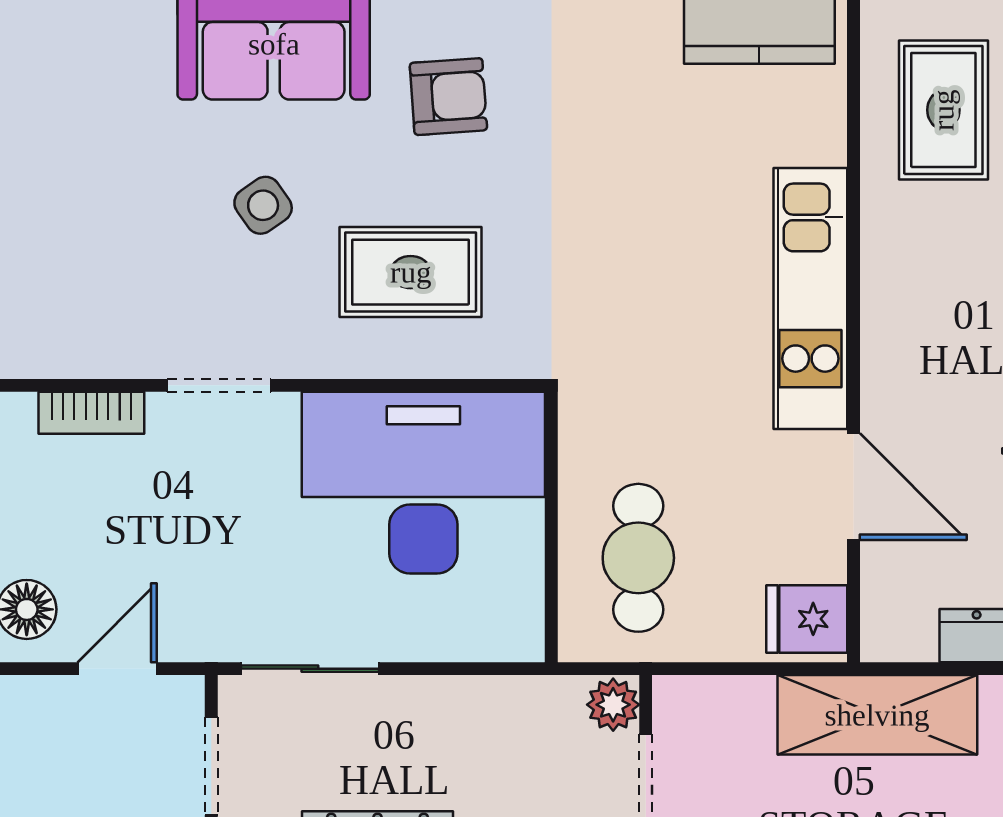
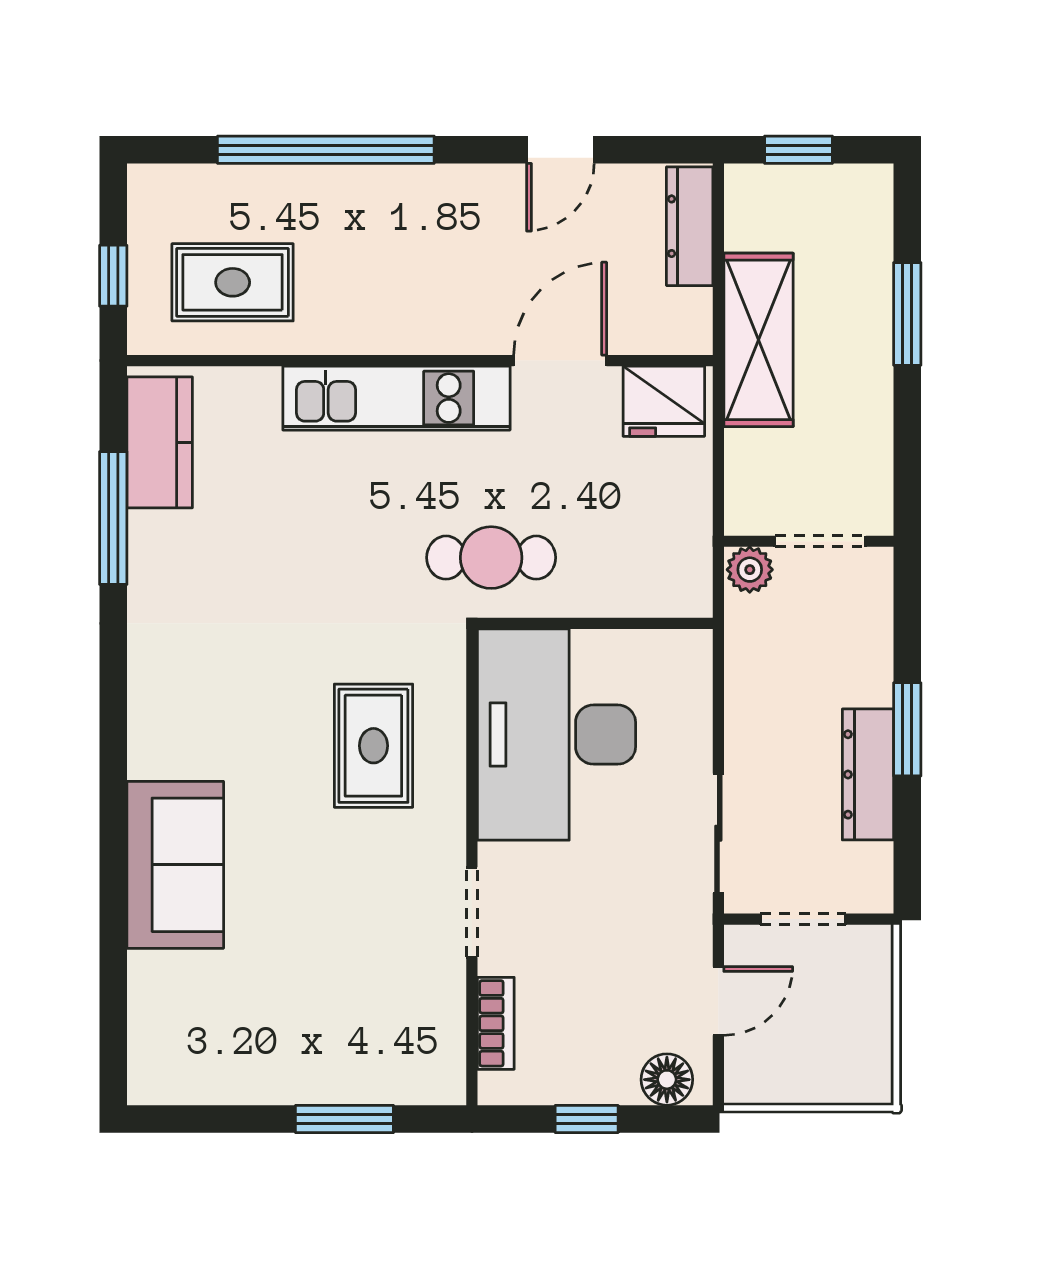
armchair: (448, 97) -> (221, 713), removed
side table: (263, 205) -> (315, 874), removed
cafe table: (638, 558) -> (491, 558), moved
fridge: (807, 619) -> (664, 401), width x1.38
door: (117, 669) -> (718, 1001), swing flipped

